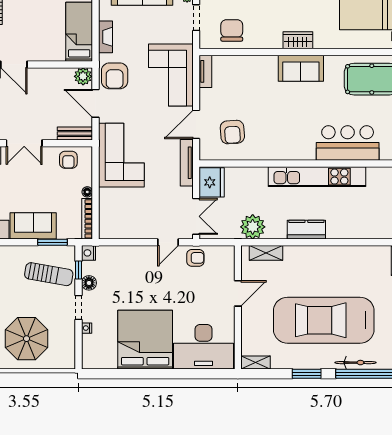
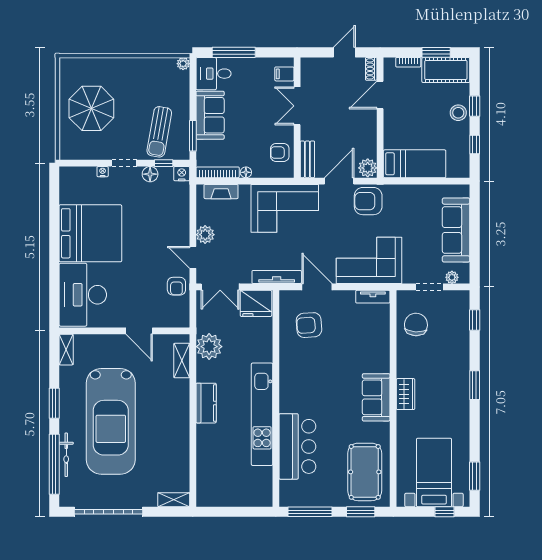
chair: (232, 30) -> (416, 324), turned -87
fireplace: (106, 37) -> (221, 192), moved
plant: (146, 231) -> (205, 235), added
car: (324, 320) -> (111, 421), turned 180

